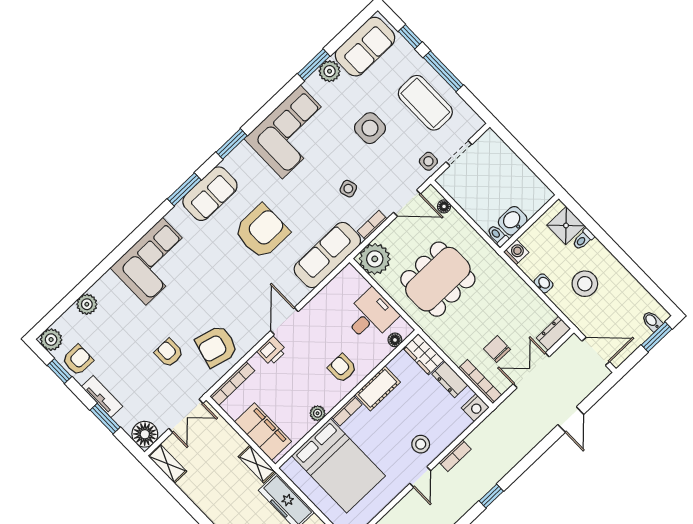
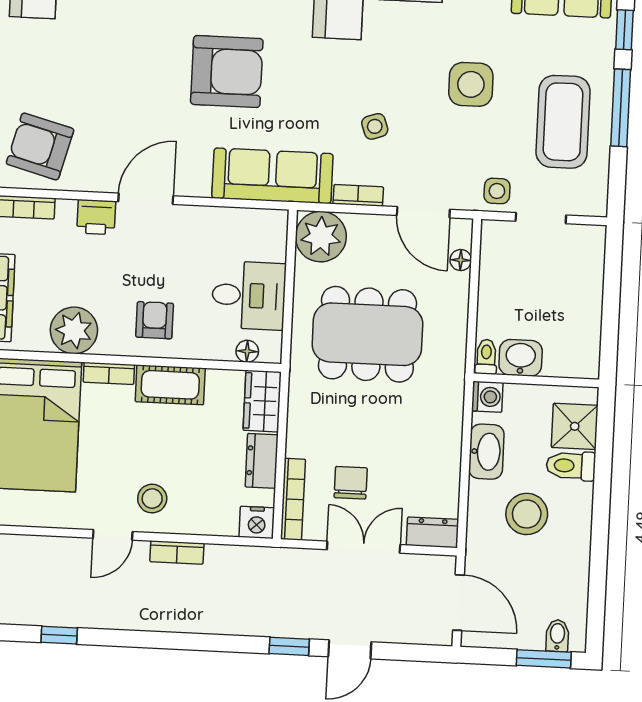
toilet: (583, 239) -> (571, 466), width x1.37, depth x1.39
washbasin: (543, 283) -> (486, 452), width x1.91, depth x1.45
plant: (318, 413) -> (74, 330), width x1.88, depth x1.88
window: (491, 496) -> (289, 646), moved

